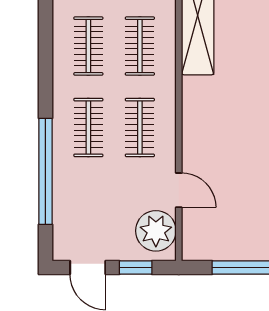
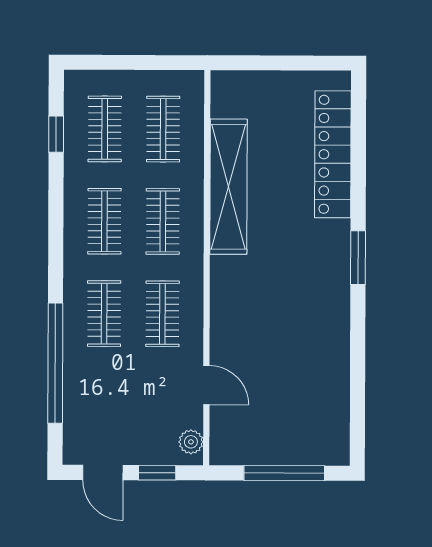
plant: (156, 231) -> (191, 442), width x0.53, depth x0.53

